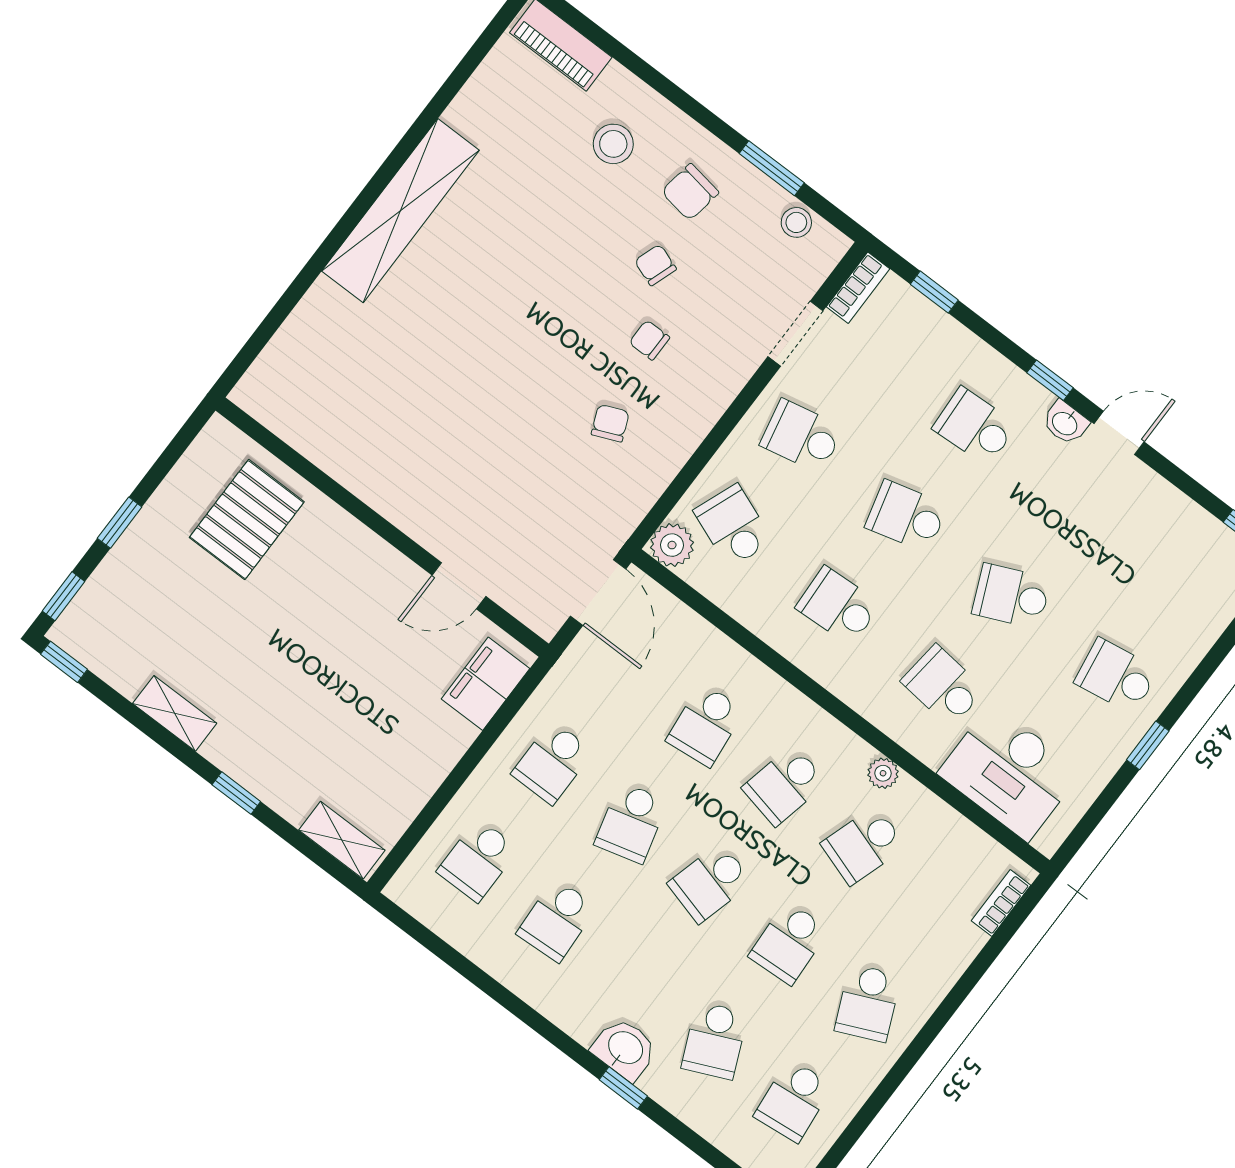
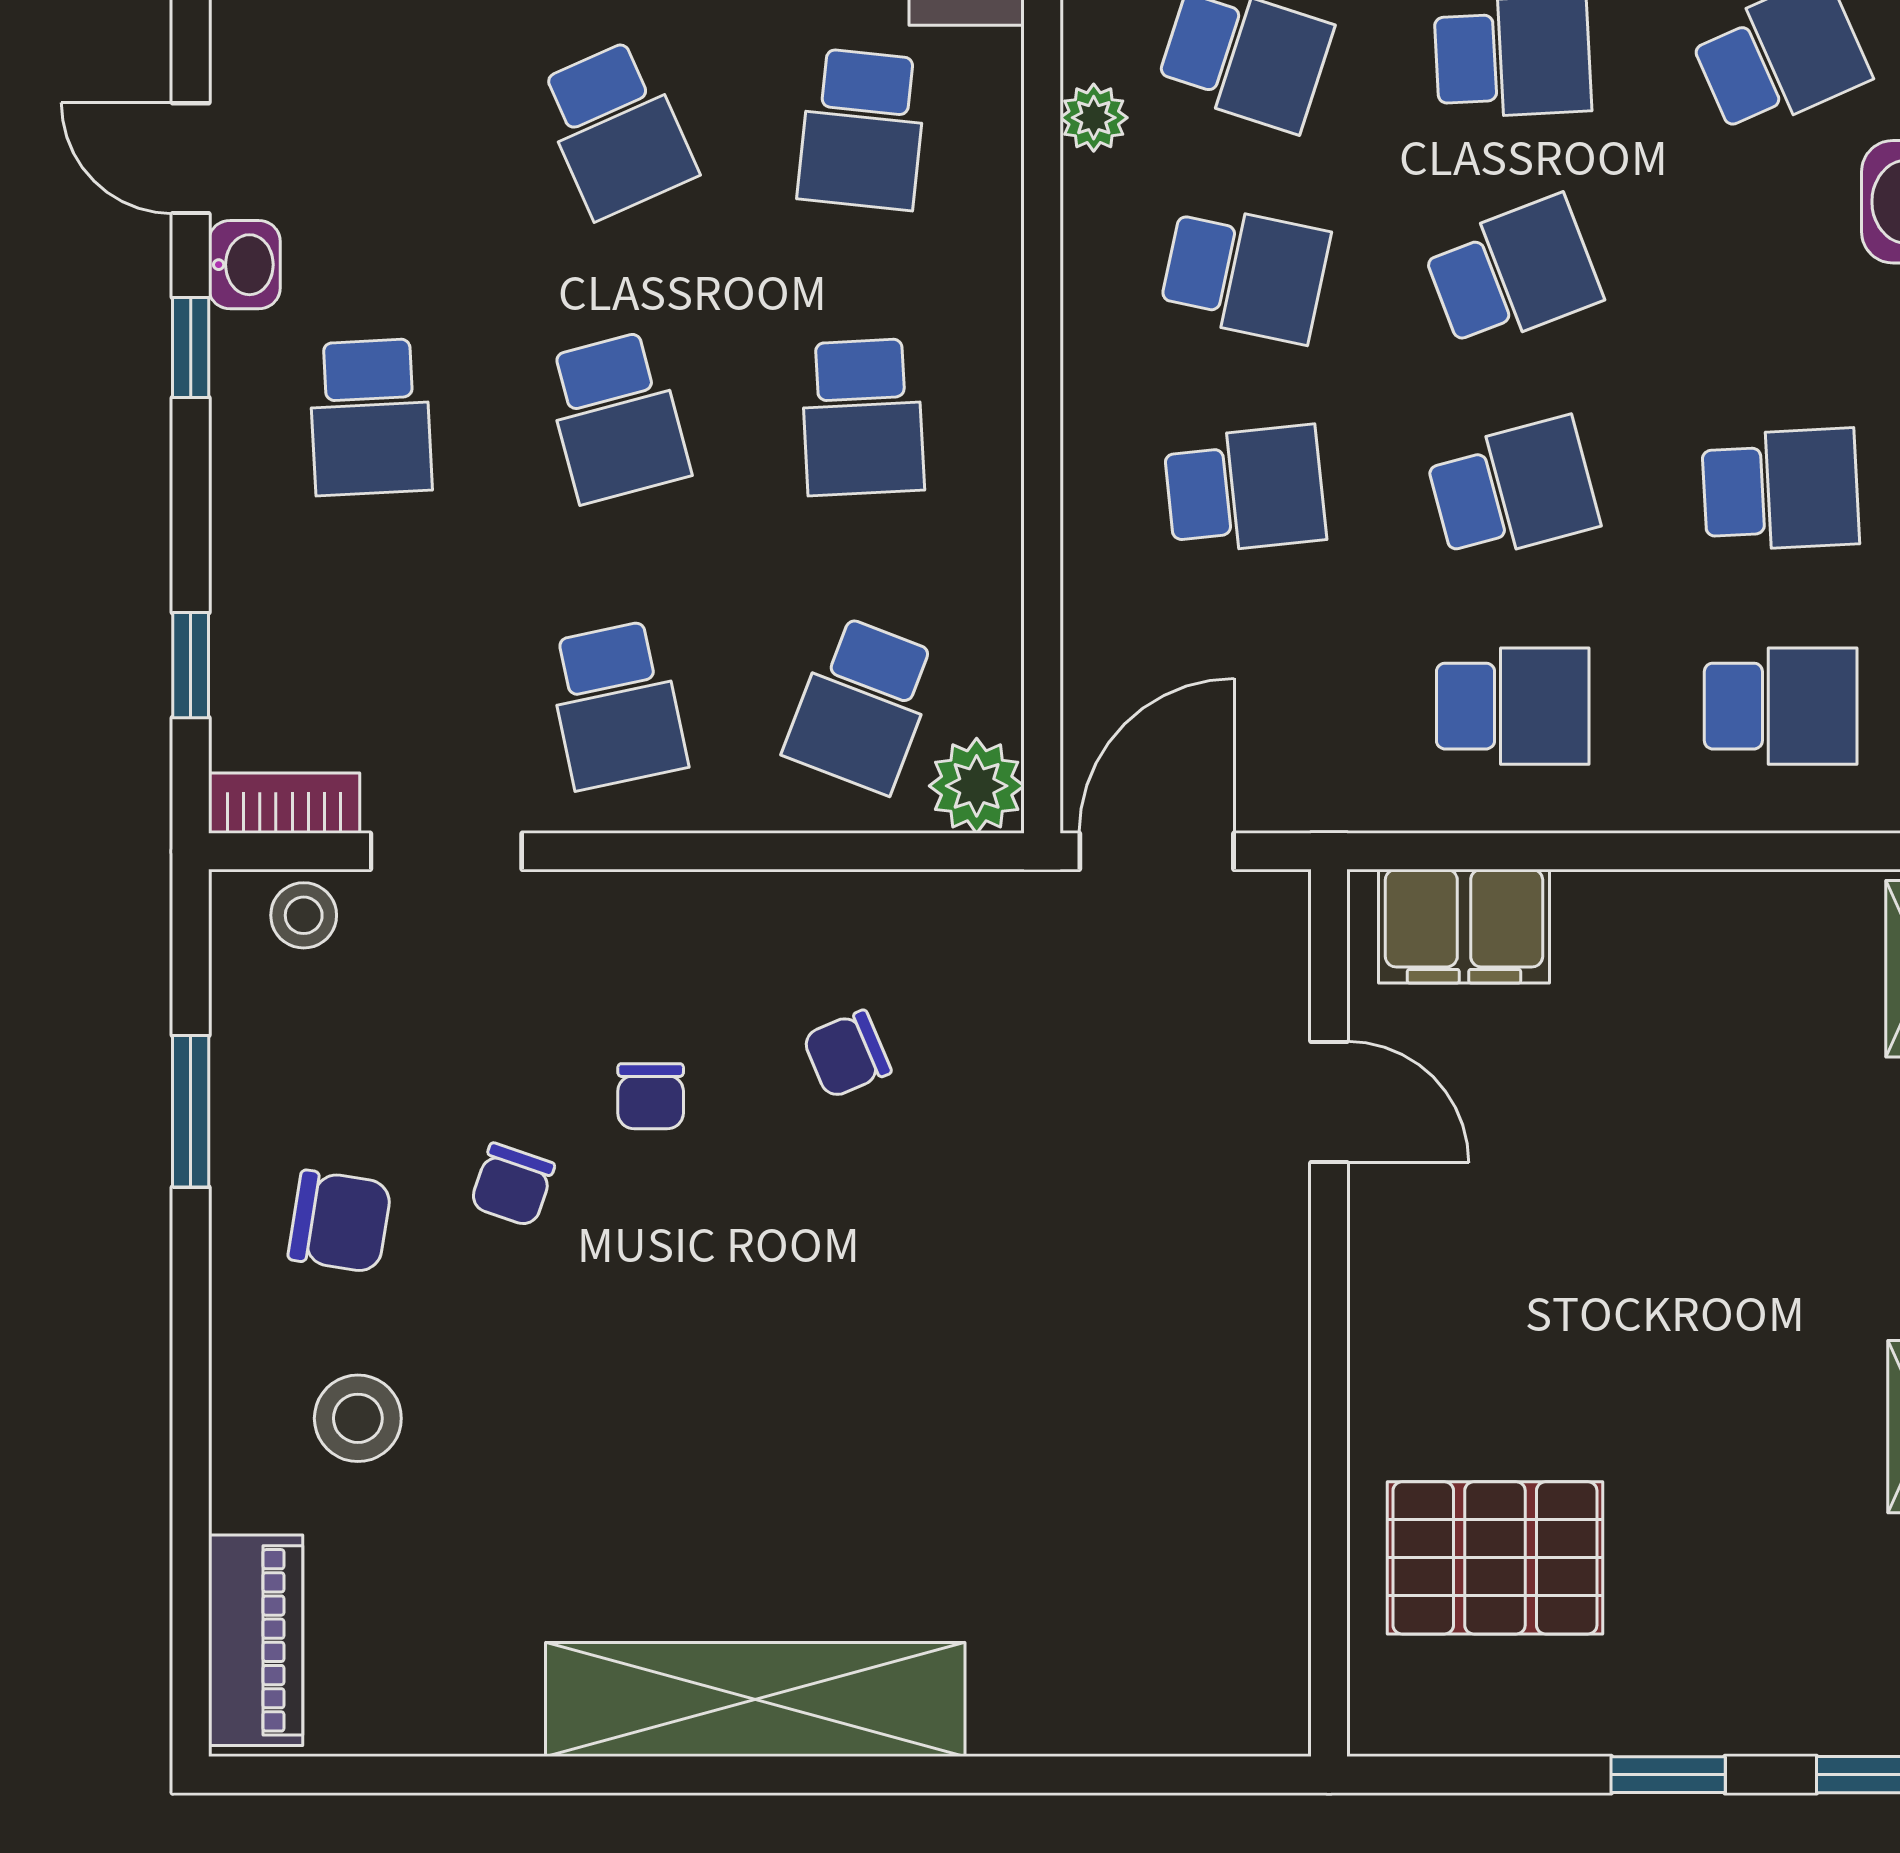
stool: (796, 222) -> (304, 915), moved
school desk: (710, 883) -> (1513, 273), turned -36

